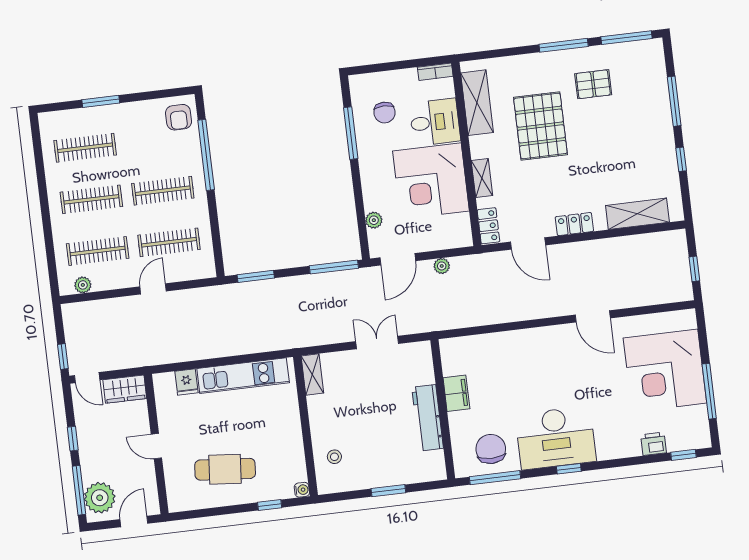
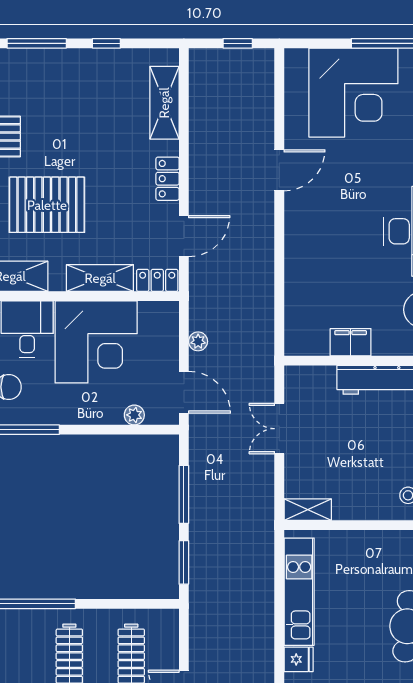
shelving: (482, 178) -> (100, 278), width x1.50, depth x1.33
window: (334, 267) -> (184, 494), moved

